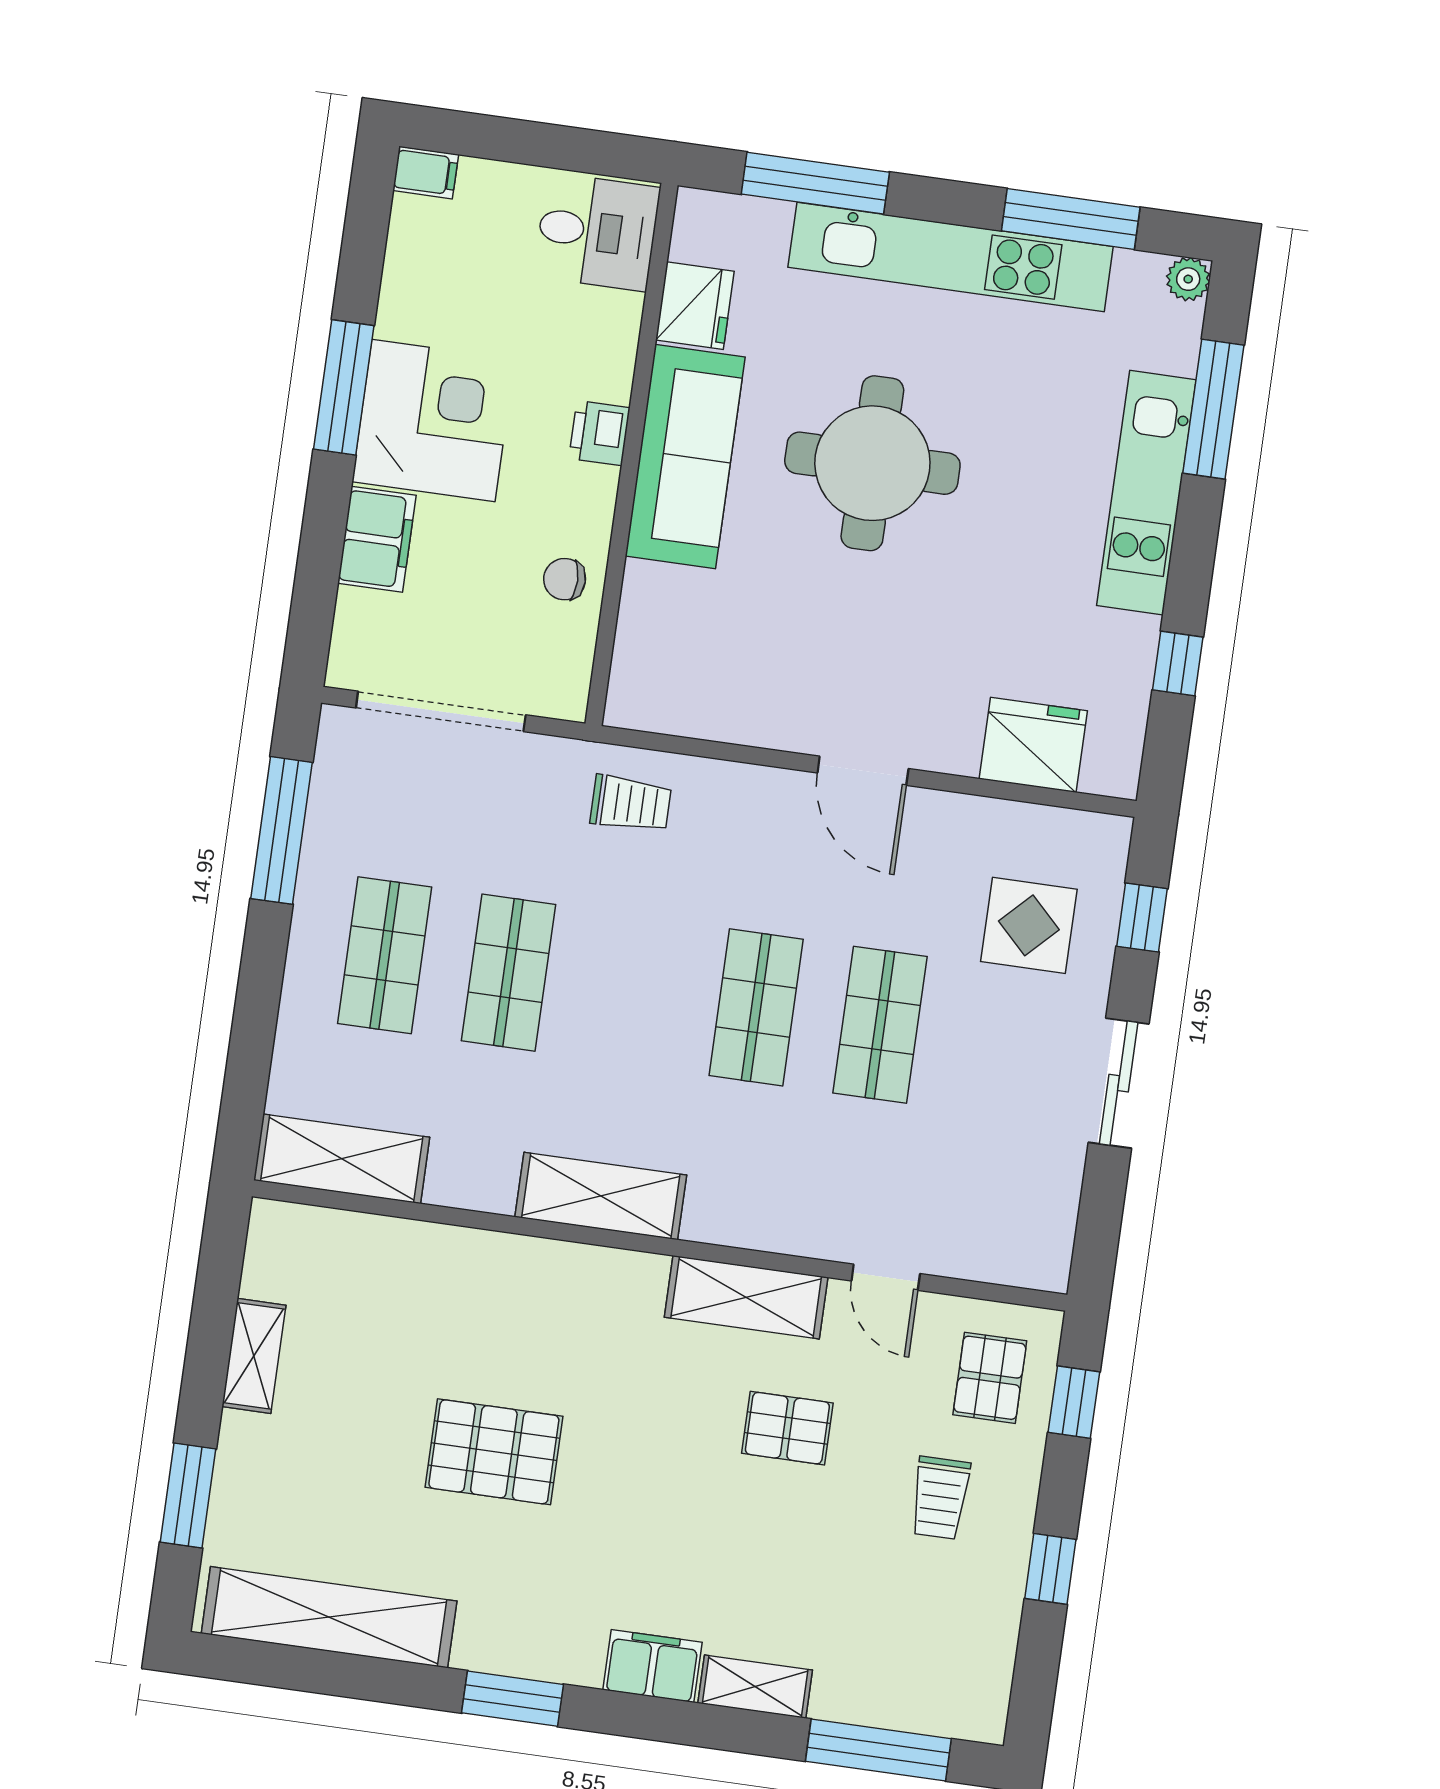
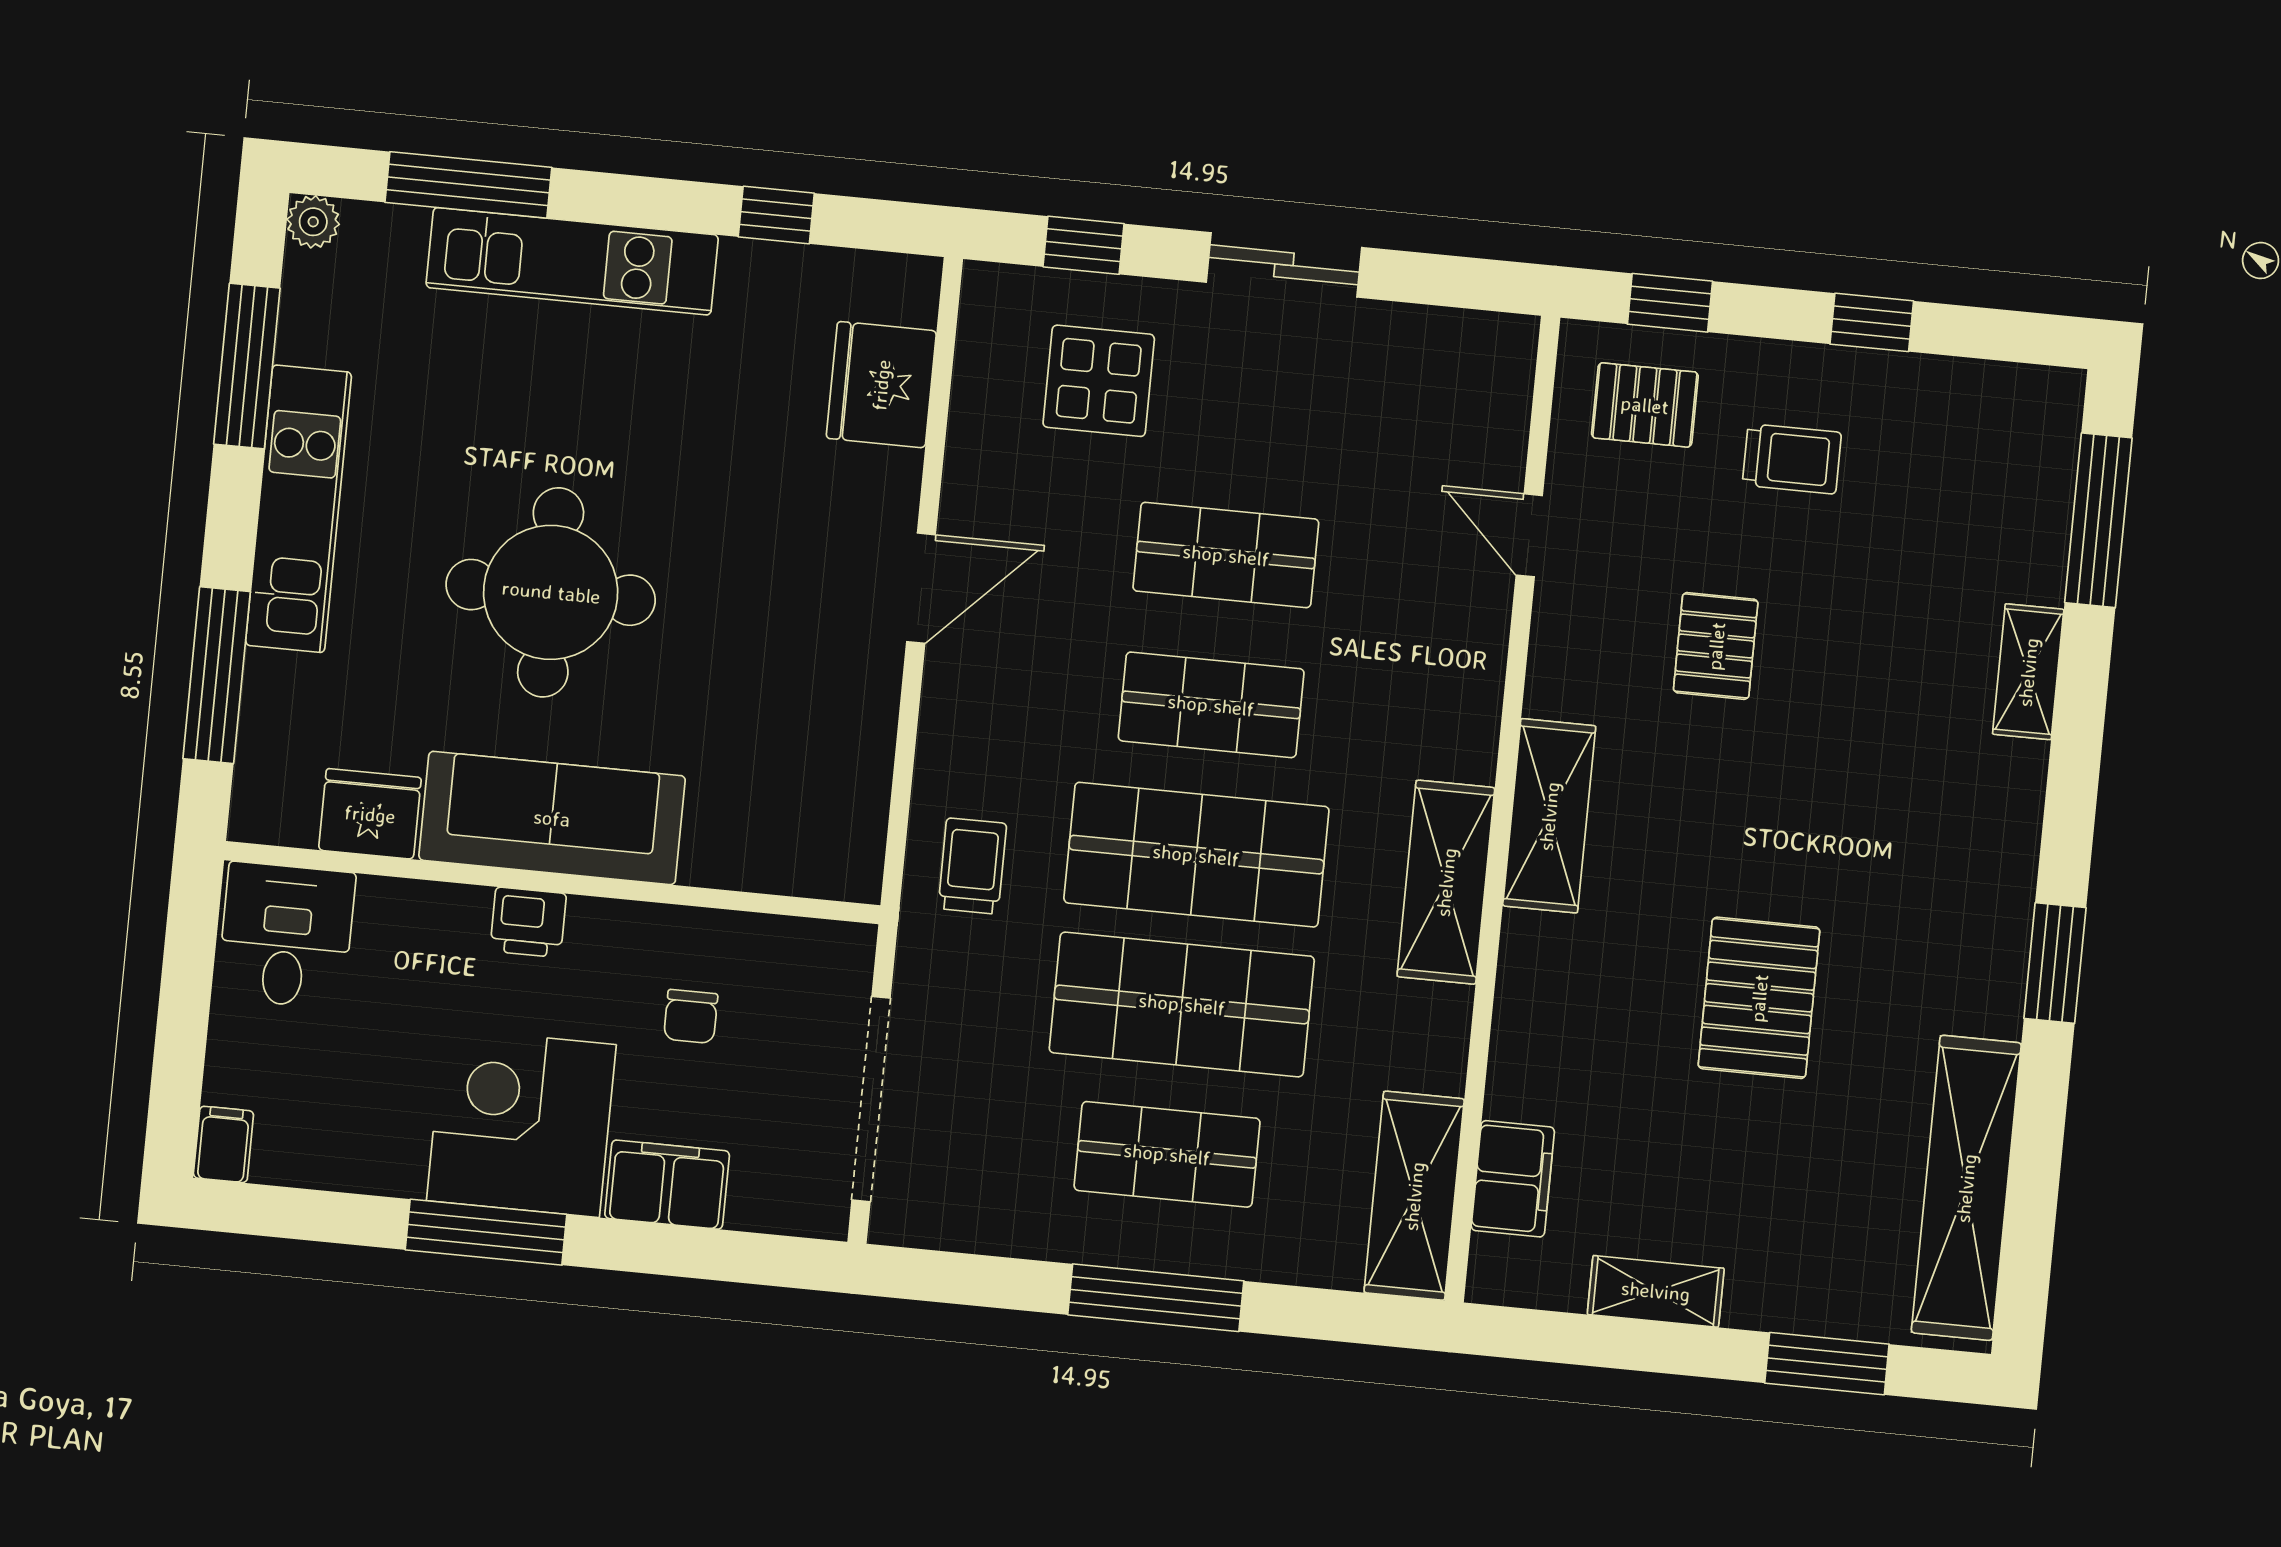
kitchen unit: (951, 257) -> (298, 509), width x0.73
chair: (565, 579) -> (691, 1016), moved
window: (281, 830) -> (1156, 1298), moved
shop shelf: (508, 973) -> (1182, 1004), width x1.43, depth x1.36
shop shelf: (632, 990) -> (1196, 855), added
door: (886, 1277) -> (1529, 535), swing flipped
shelving: (746, 1297) -> (1549, 816), moved
filing cabinet: (652, 1666) -> (1513, 1179), moved, turned 180

